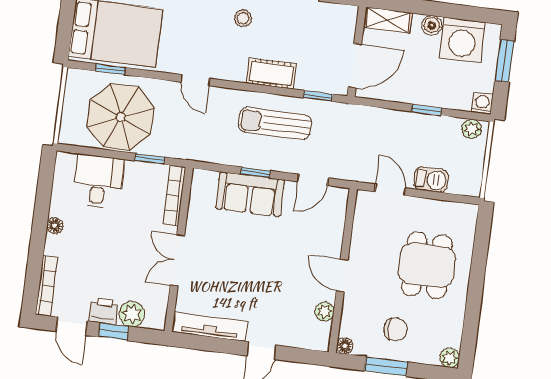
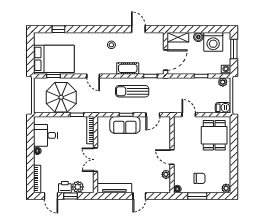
barbecue: (431, 180) -> (223, 108), moved
desk: (98, 182) -> (45, 135), moved, turned -90
dining table: (427, 265) -> (214, 135), moved

